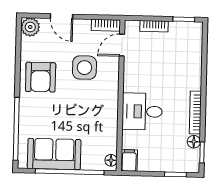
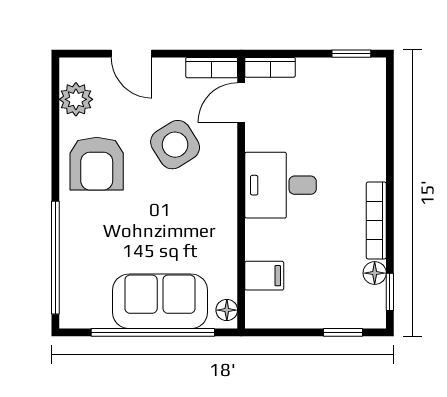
bookcase: (154, 26) -> (270, 67), moved
plant: (30, 27) -> (76, 99), moved
side table: (84, 68) -> (175, 145), turned -32
desk: (142, 112) -> (281, 185), moved
sofa: (54, 154) -> (160, 301), moved
filing cabinet: (129, 160) -> (264, 276), moved, turned 90

